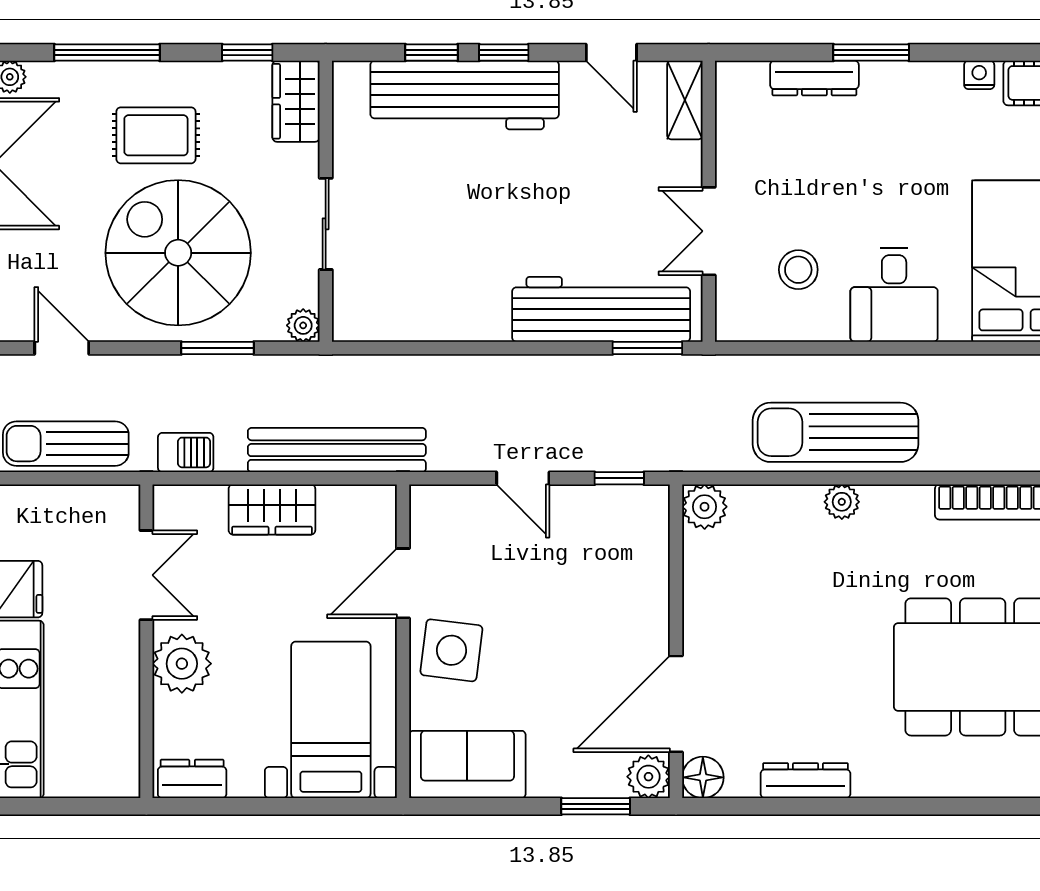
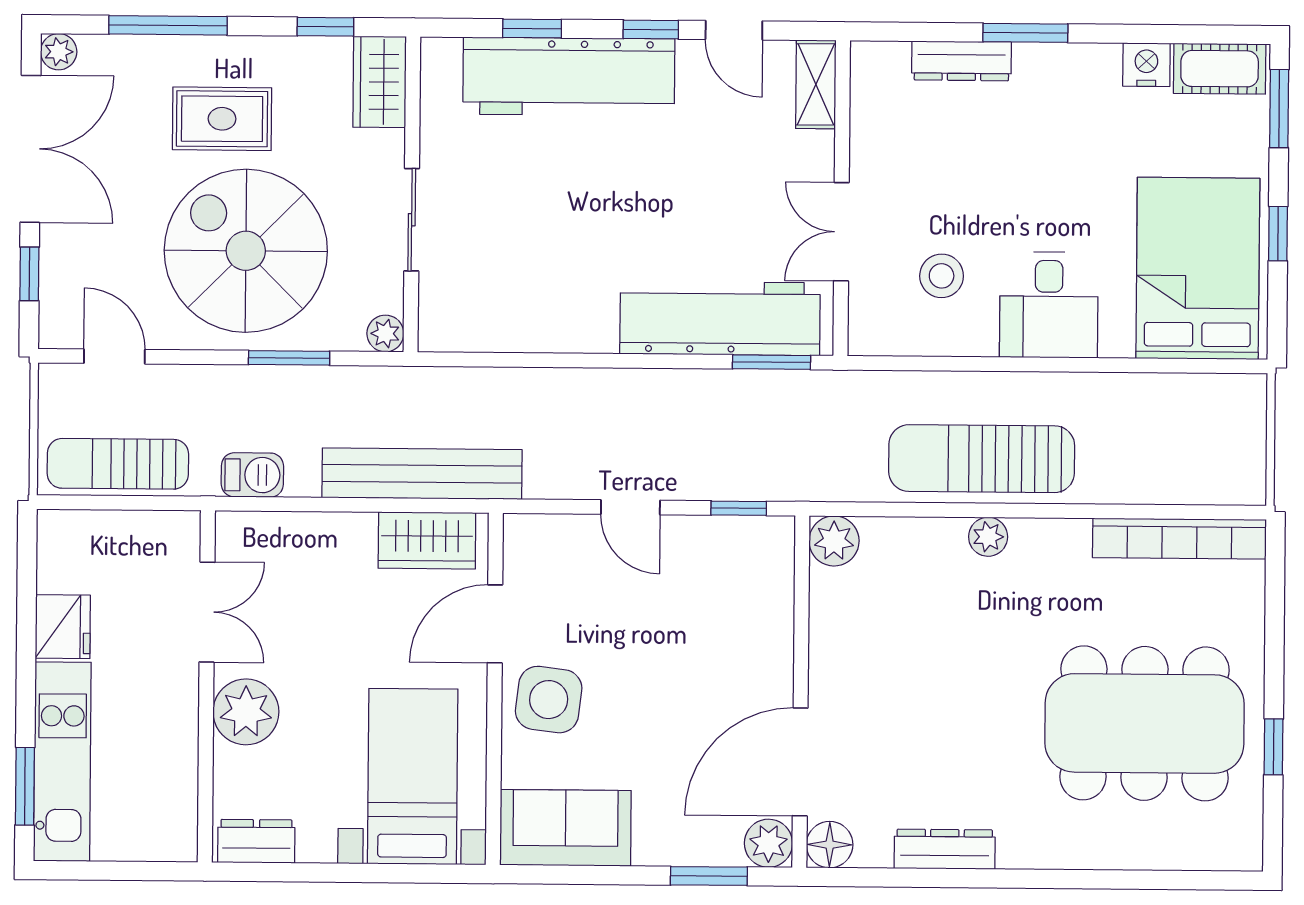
window: (504, 53) -> (651, 30), moved
nightstand: (979, 75) -> (1146, 65), width x1.39, depth x1.35
wardrobe: (272, 510) -> (427, 540), moved

